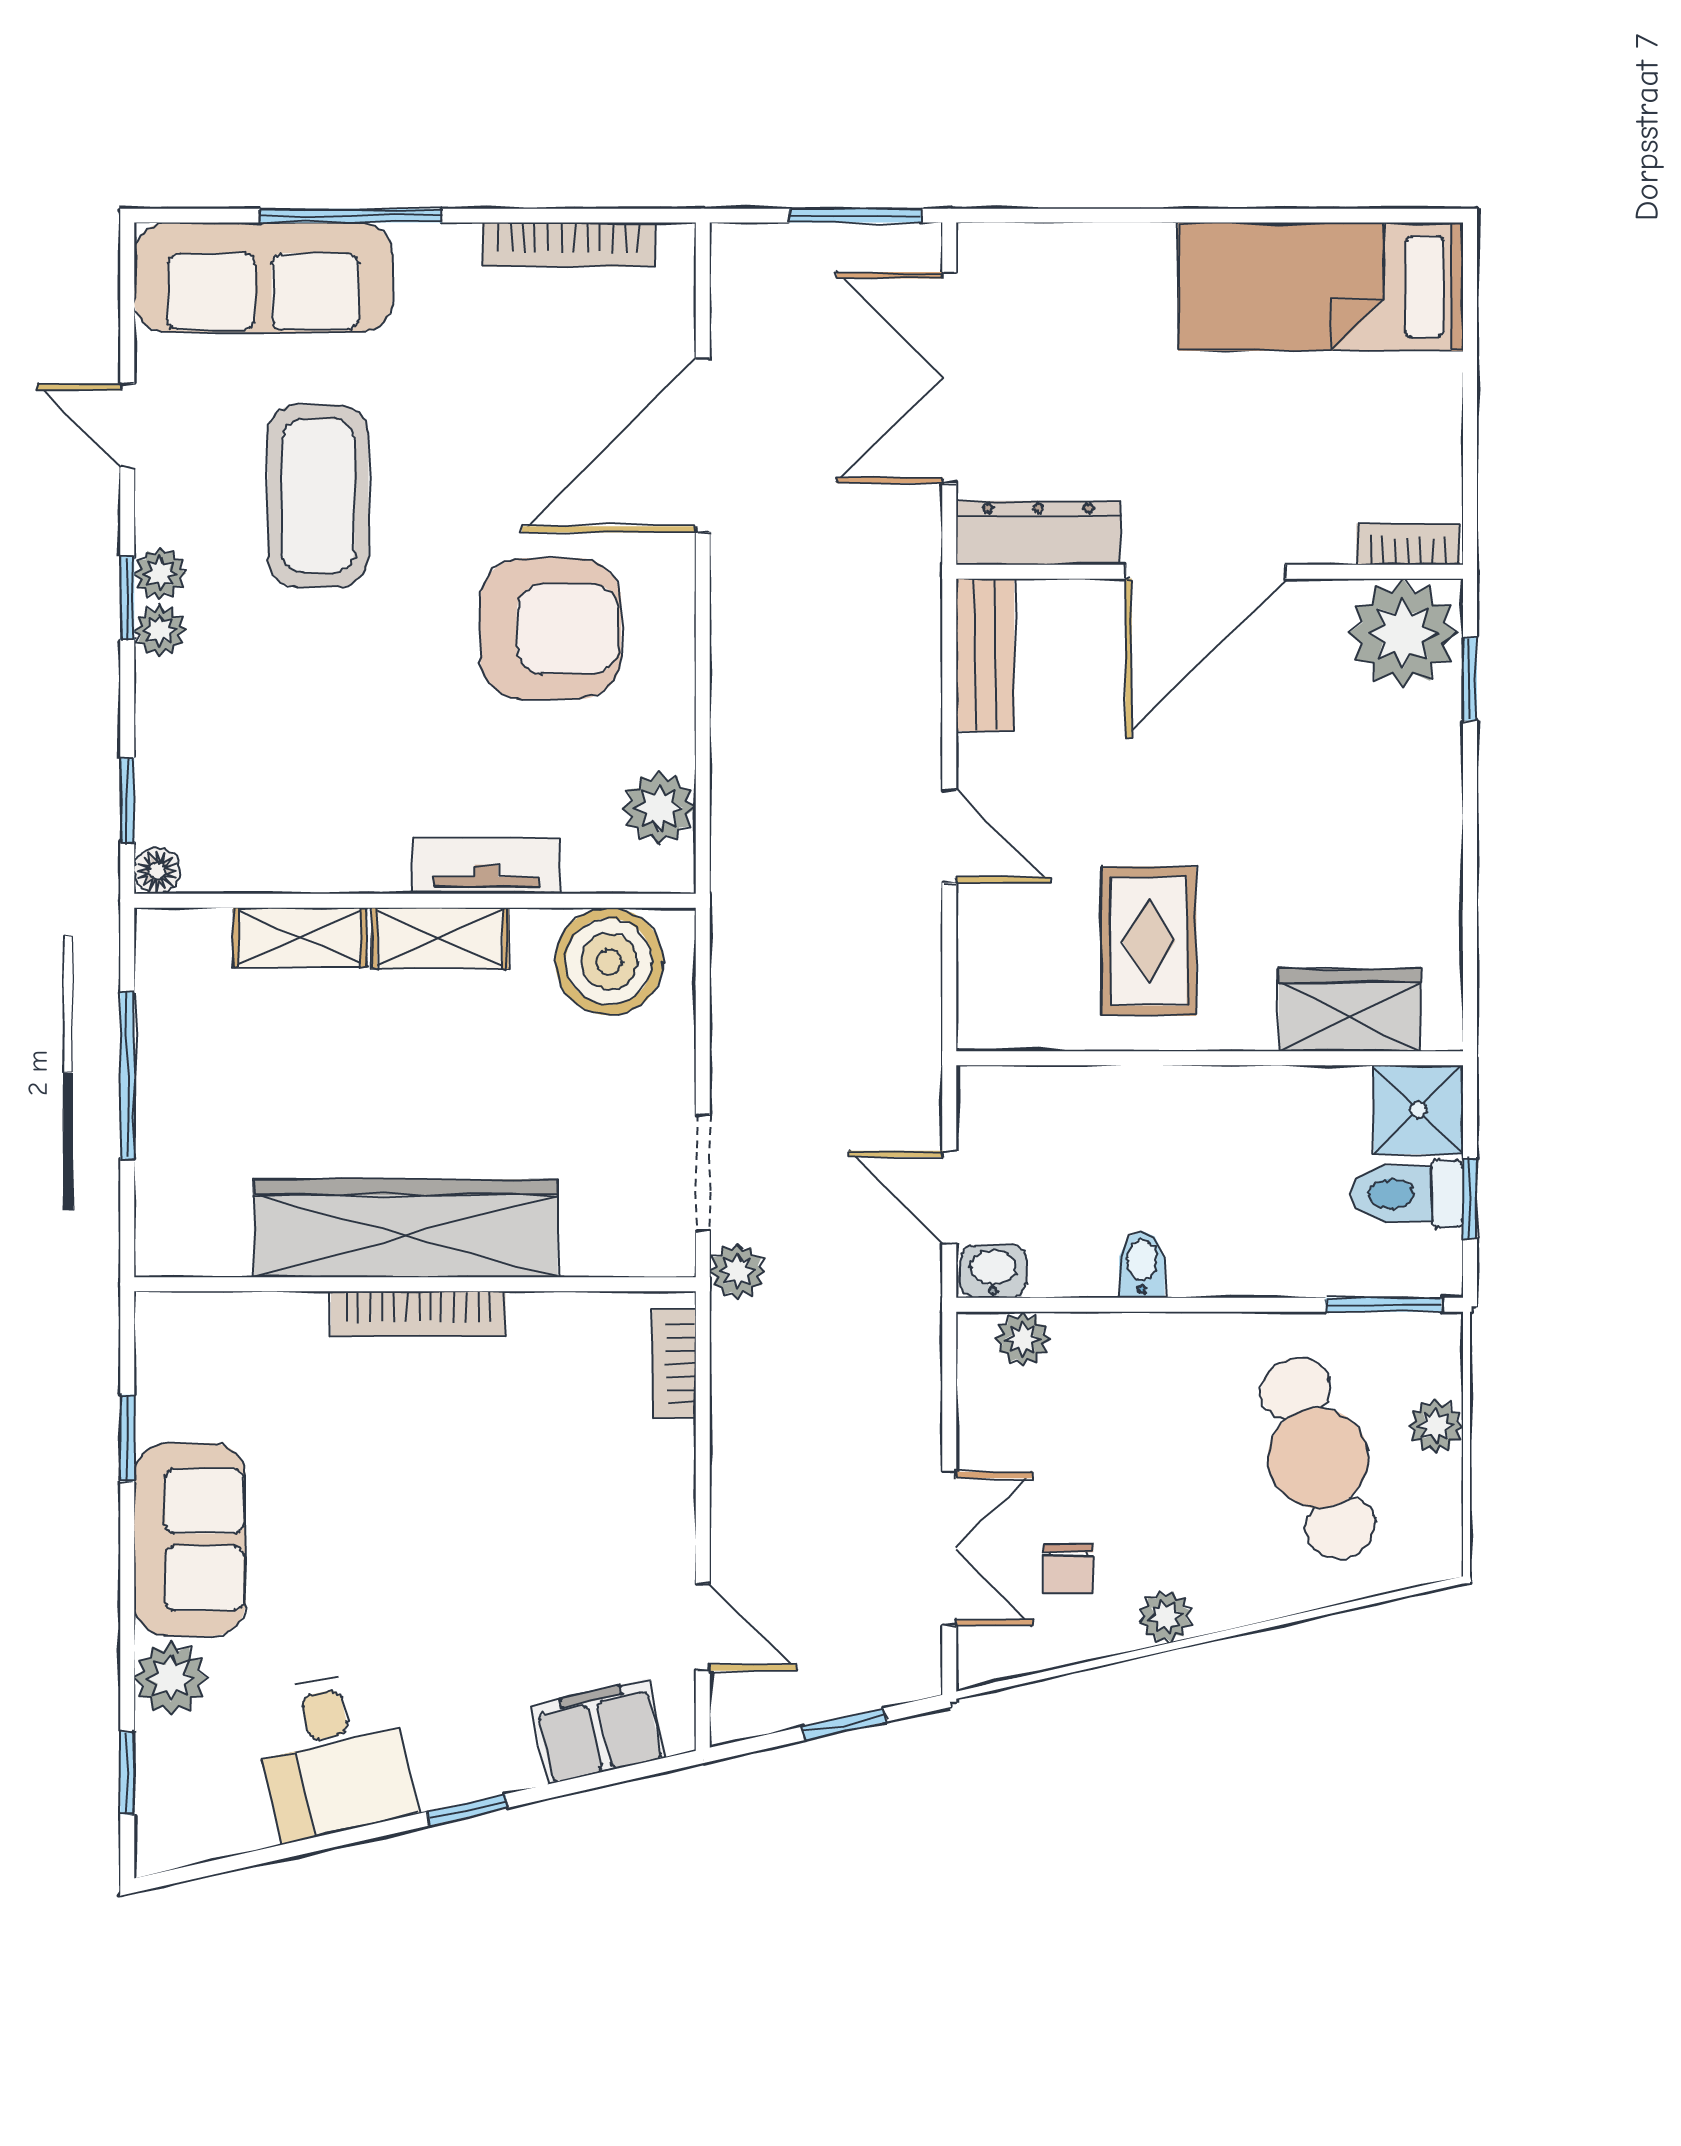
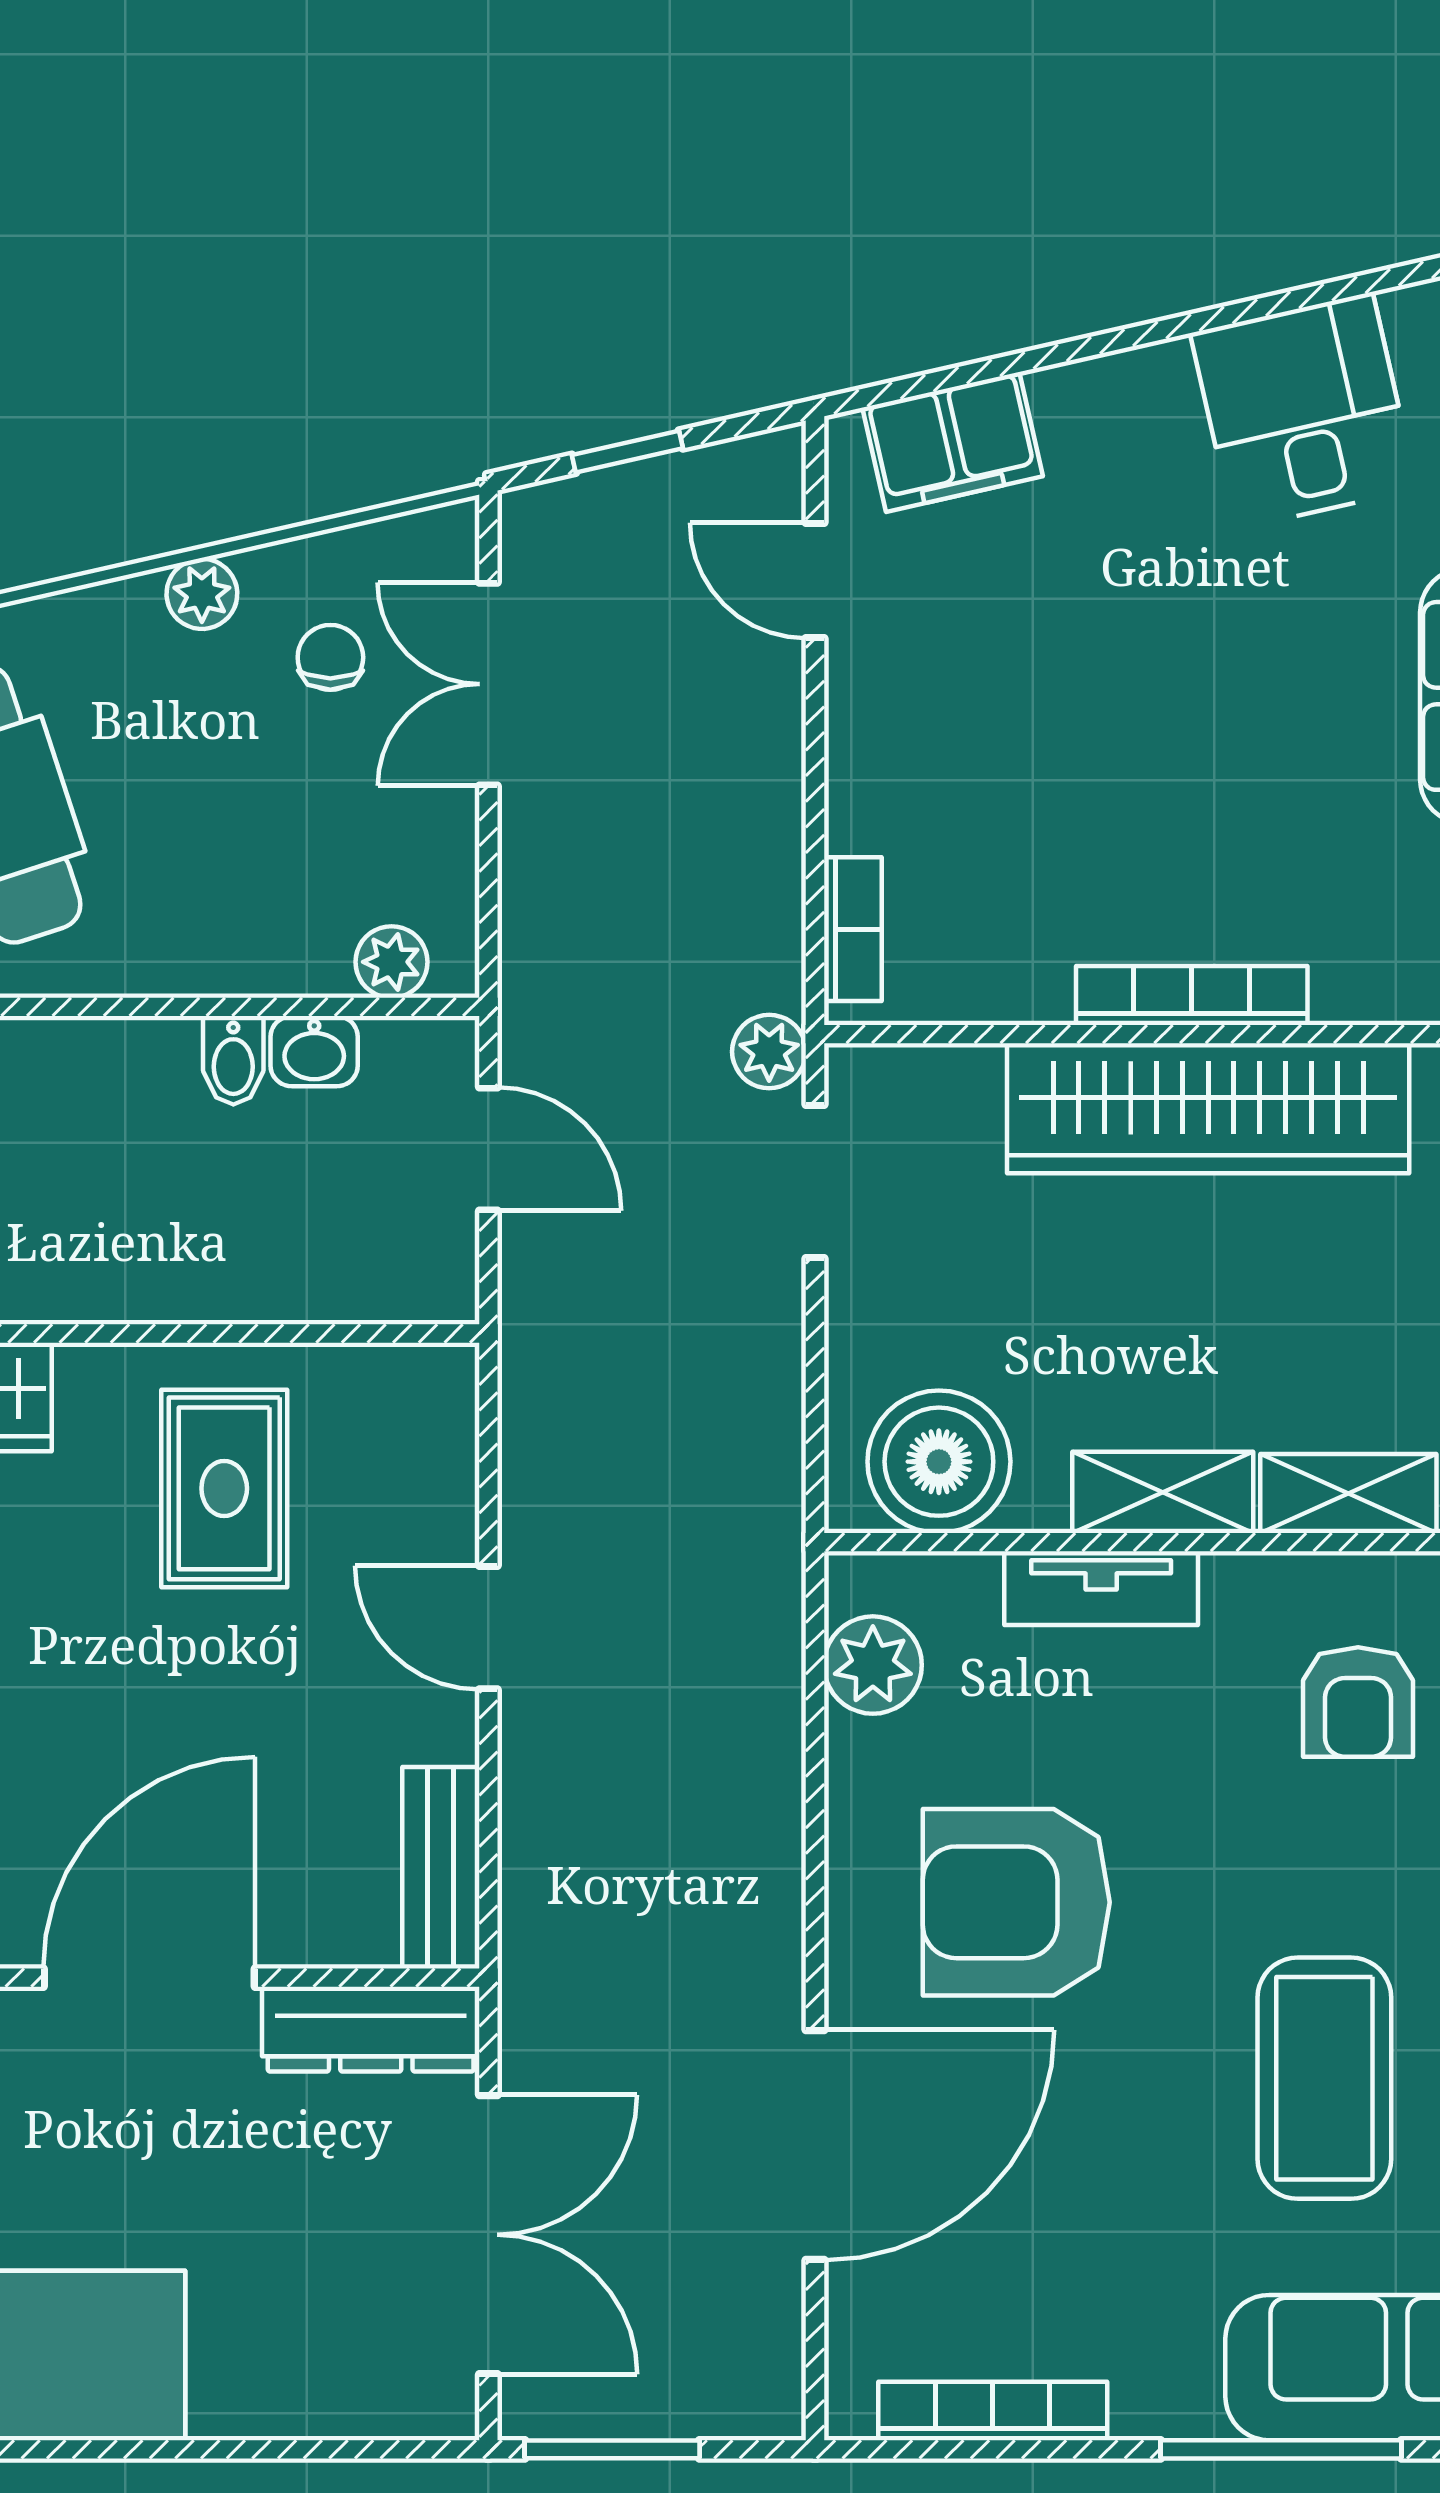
armchair: (293, 780) -> (1358, 1702), added
washbasin: (993, 1271) -> (314, 1051), moved
window: (467, 1810) -> (1126, 338), removed

